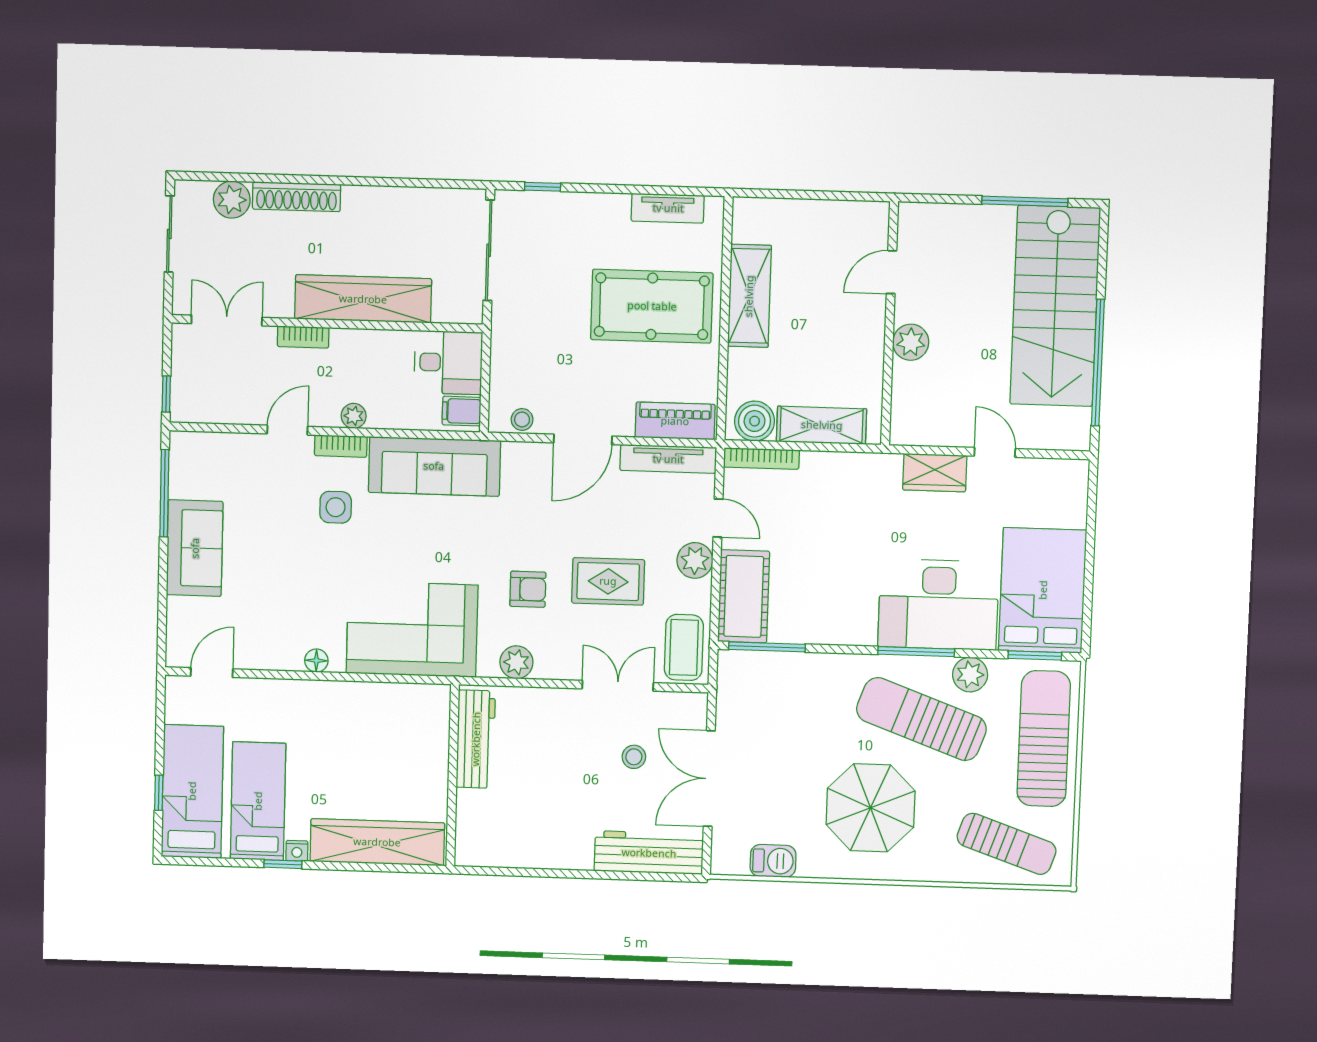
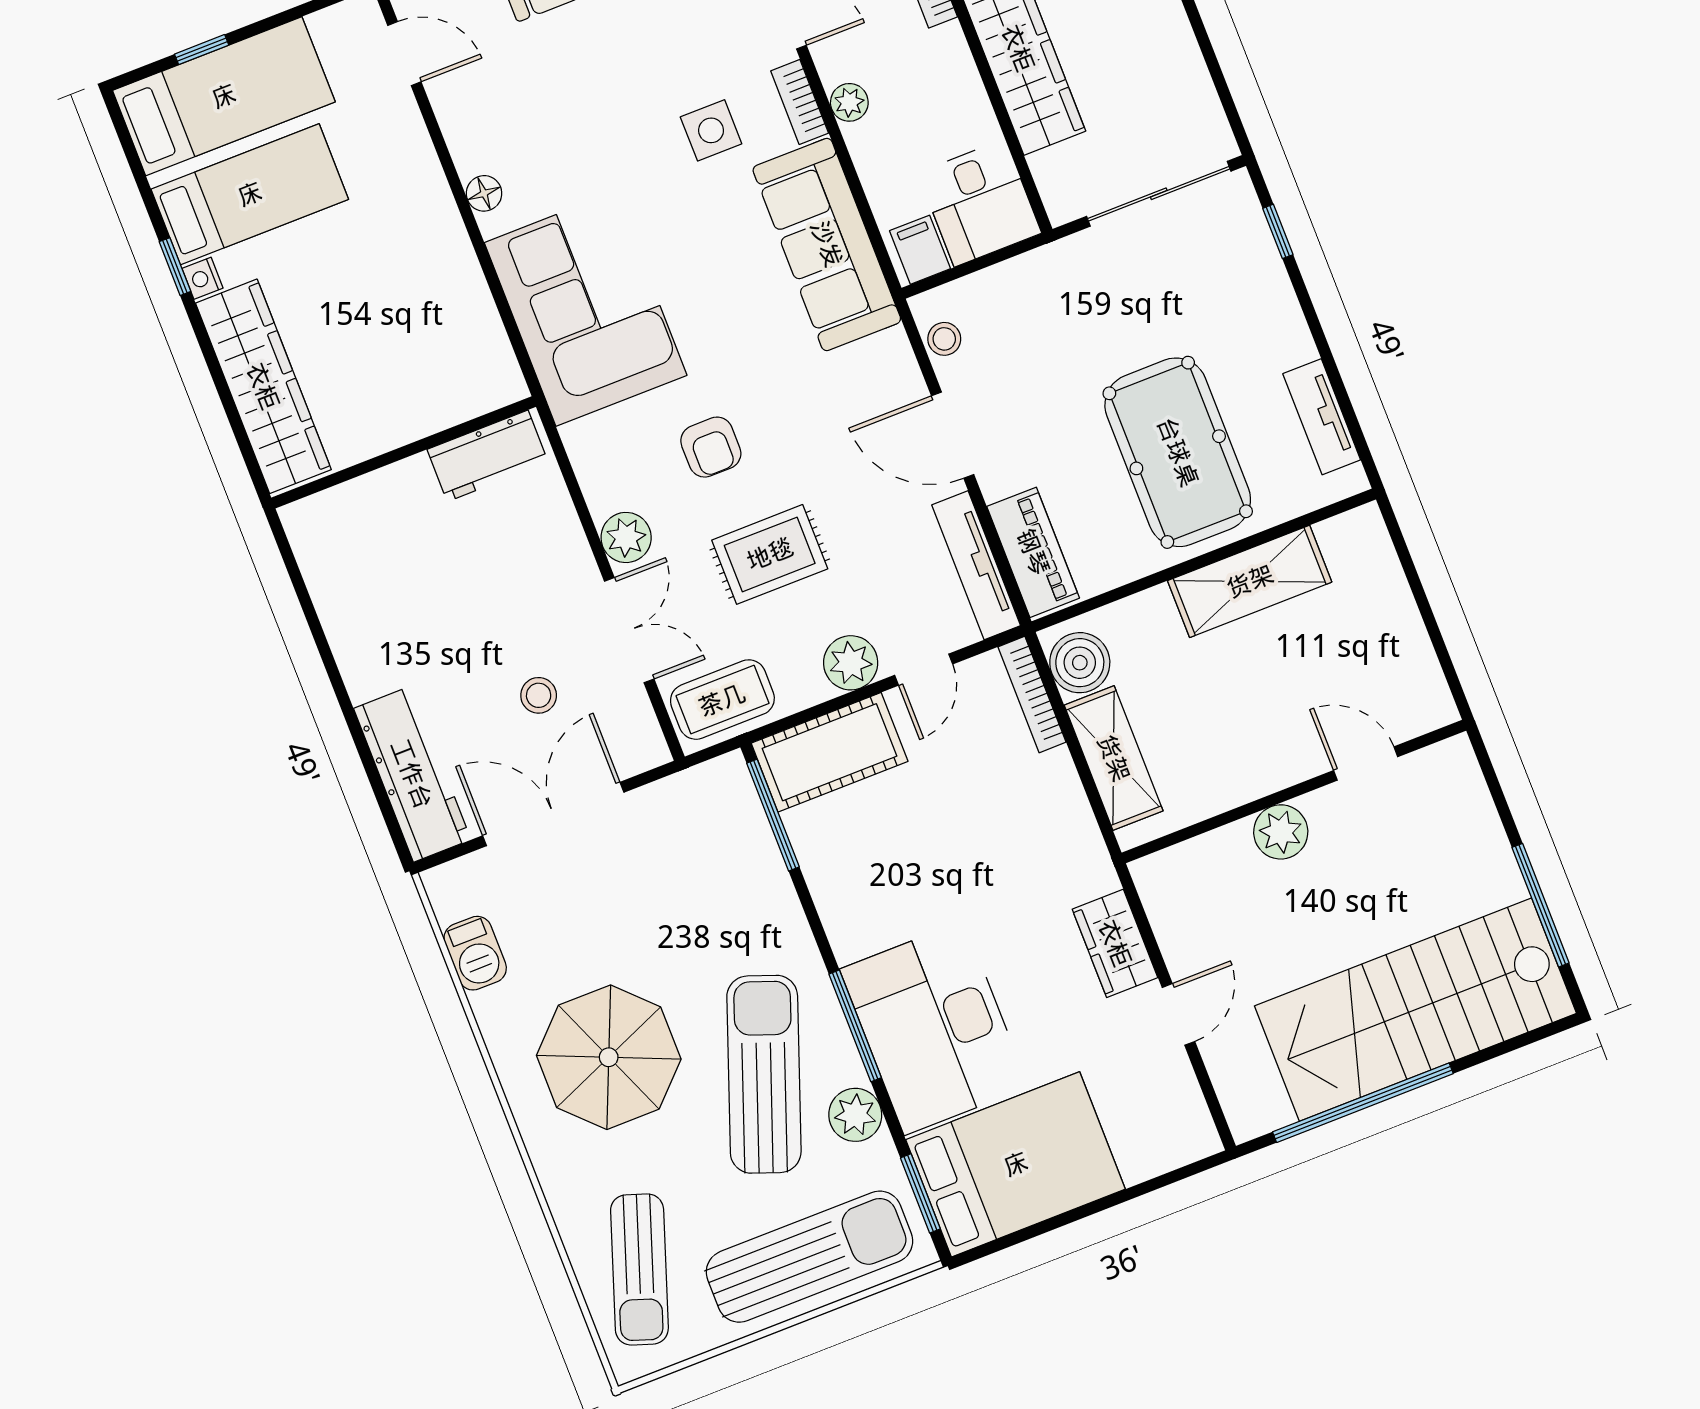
rug: (608, 581) -> (770, 554), turned 90
plant: (516, 662) -> (626, 537), moved
workbench: (476, 739) -> (488, 456), width x0.73

